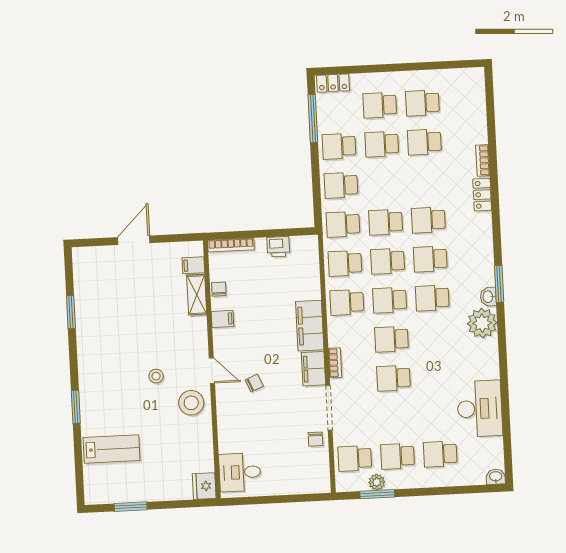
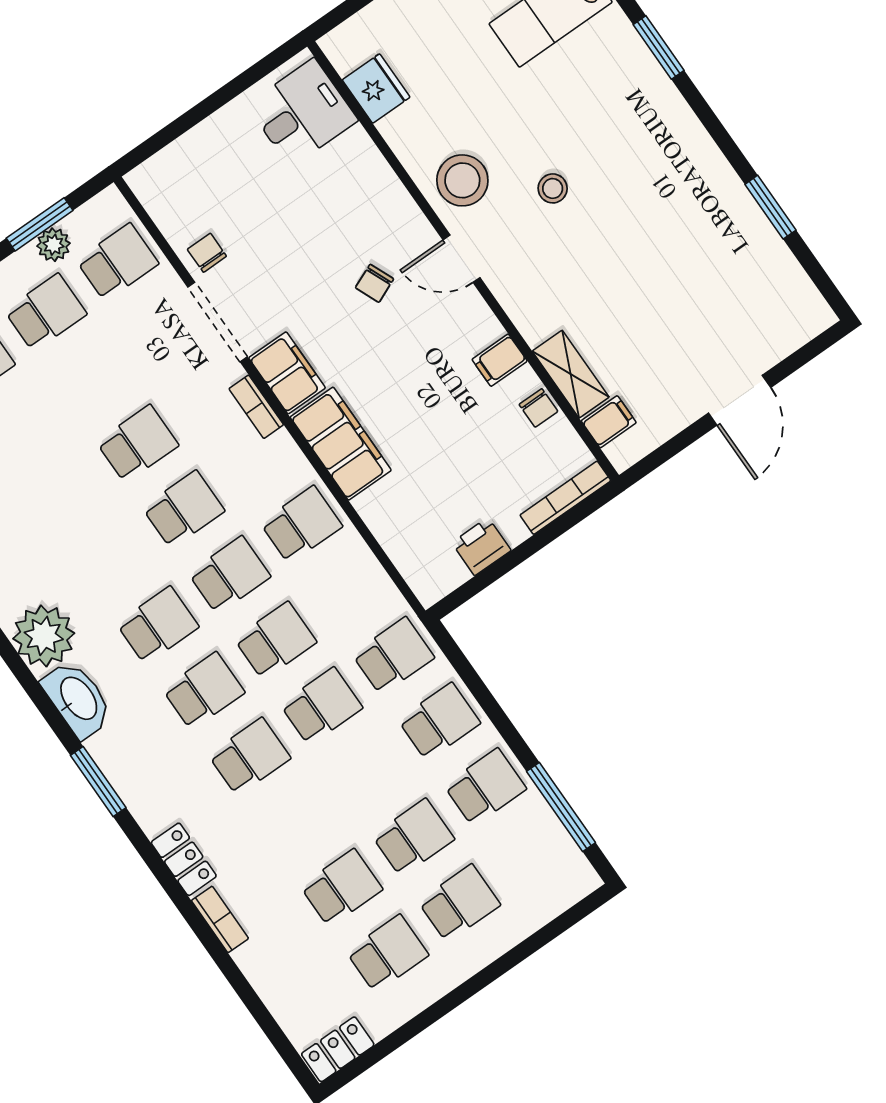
locker: (333, 83) -> (338, 1049), moved
school desk: (345, 263) -> (347, 590), removed
window: (499, 284) -> (98, 782), moved
washbasin: (488, 297) -> (78, 699), width x1.91, depth x1.45
fridge: (204, 486) -> (376, 88), moved

